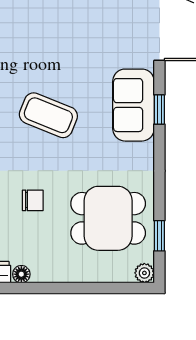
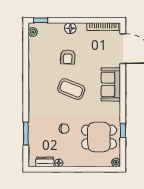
armchair: (41, 46) -> (68, 57), added
window: (159, 109) -> (123, 86), removed
window: (159, 236) -> (123, 131), moved

